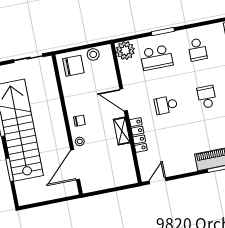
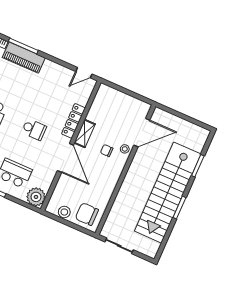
door: (124, 100) -> (65, 158), width x1.36
chair: (79, 121) -> (107, 151), moved

